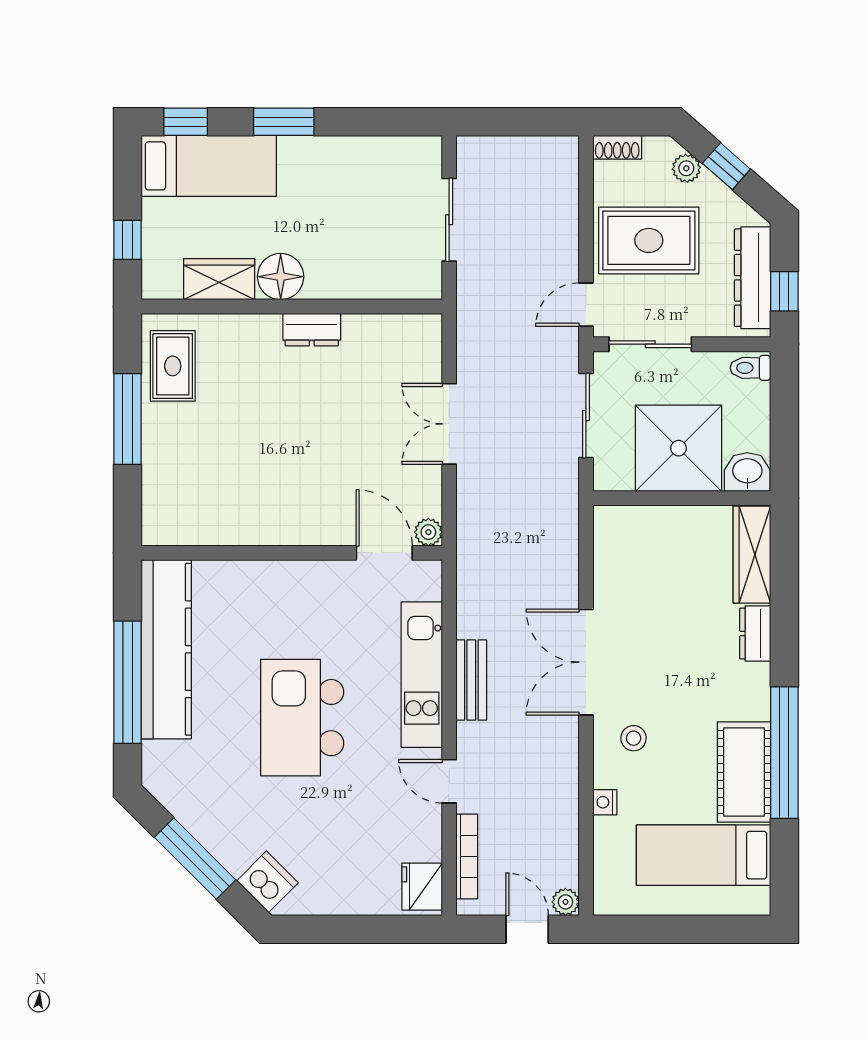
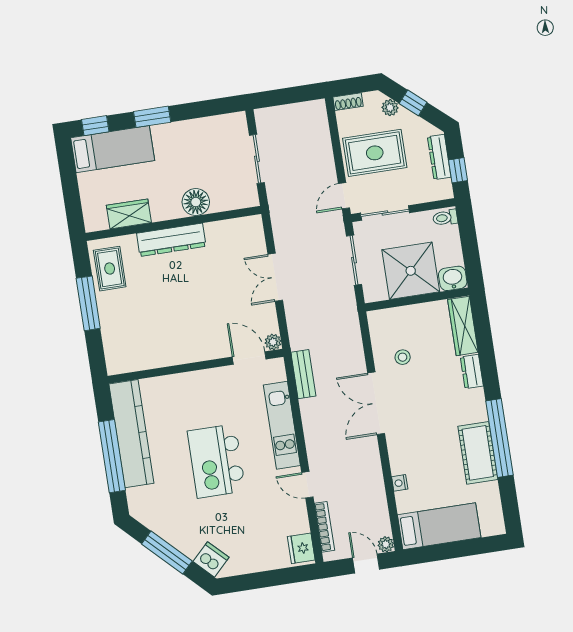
window: (128, 240) -> (72, 199), removed
floor lamp: (281, 277) -> (196, 202), moved
dresser: (753, 278) -> (439, 157), width x0.73, depth x0.80
dresser: (312, 330) -> (171, 240), width x1.96, depth x1.24
bench: (471, 680) -> (303, 374), moved
stool: (634, 738) -> (403, 357), moved
bed: (704, 855) -> (439, 526), moved, turned 180

